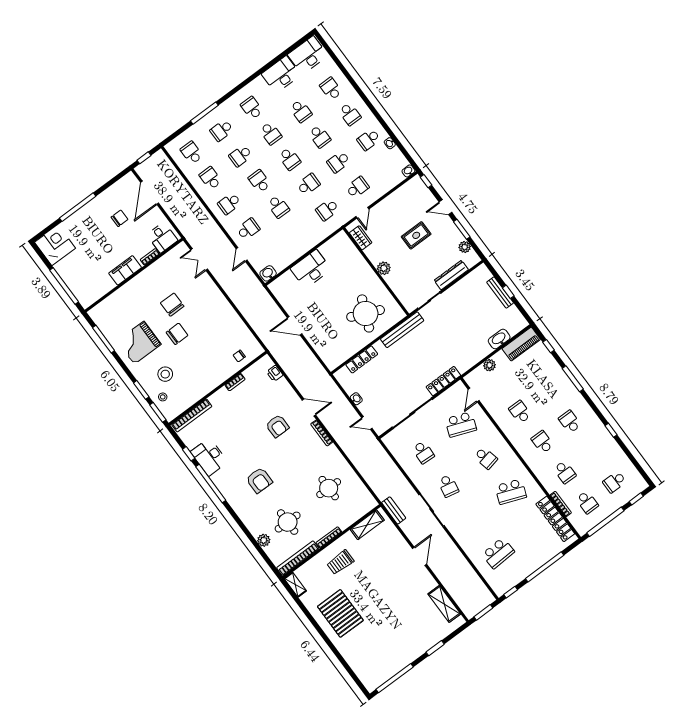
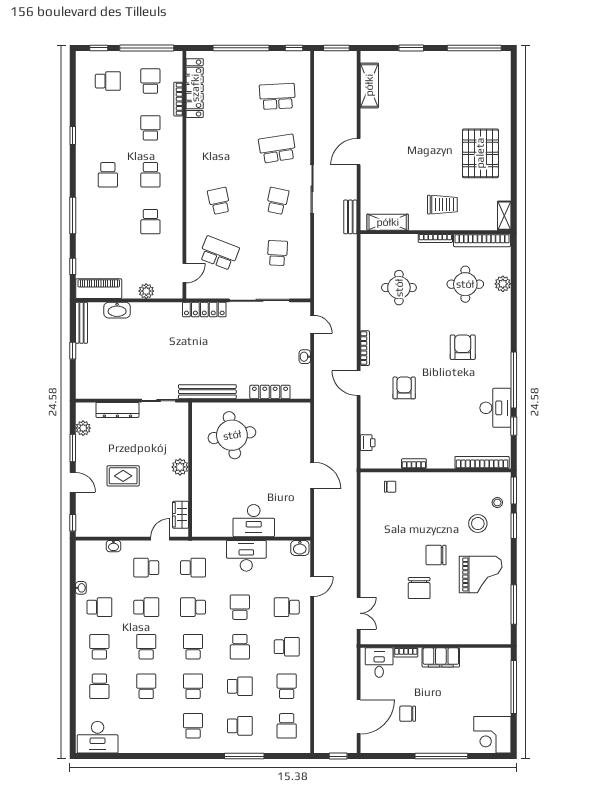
desk: (281, 74) -> (246, 556), moved, turned 180
school desk: (252, 108) -> (193, 726), turned 180
washbasin: (408, 171) -> (113, 546), moved
school desk: (210, 178) -> (287, 686), turned 180
bench: (500, 292) -> (81, 323), moved
round table: (366, 313) -> (232, 435), turned -32
school desk: (511, 492) -> (277, 149), moved, turned -30

